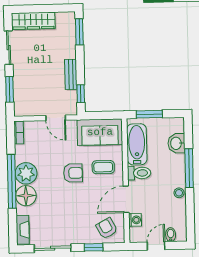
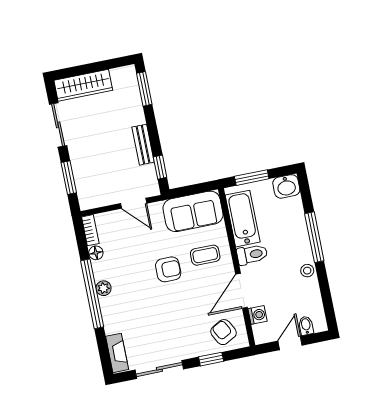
washbasin: (176, 143) -> (286, 186), moved, turned -90
plant: (26, 173) -> (104, 288), width x0.53, depth x0.53
floor lamp: (26, 196) -> (96, 253), moved, width x0.53, depth x0.53

